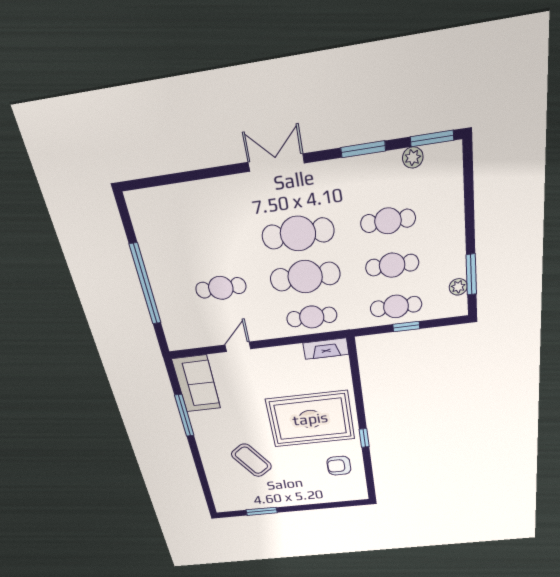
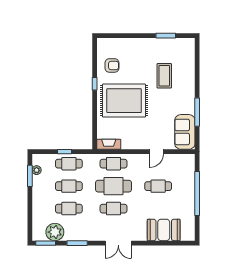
plant: (413, 157) -> (55, 232), width x1.87, depth x1.87
booth: (190, 205) -> (164, 230), added
cafe table: (298, 234) -> (114, 209), width x0.73, depth x0.74
coffee table: (251, 460) -> (164, 76), turned 35

